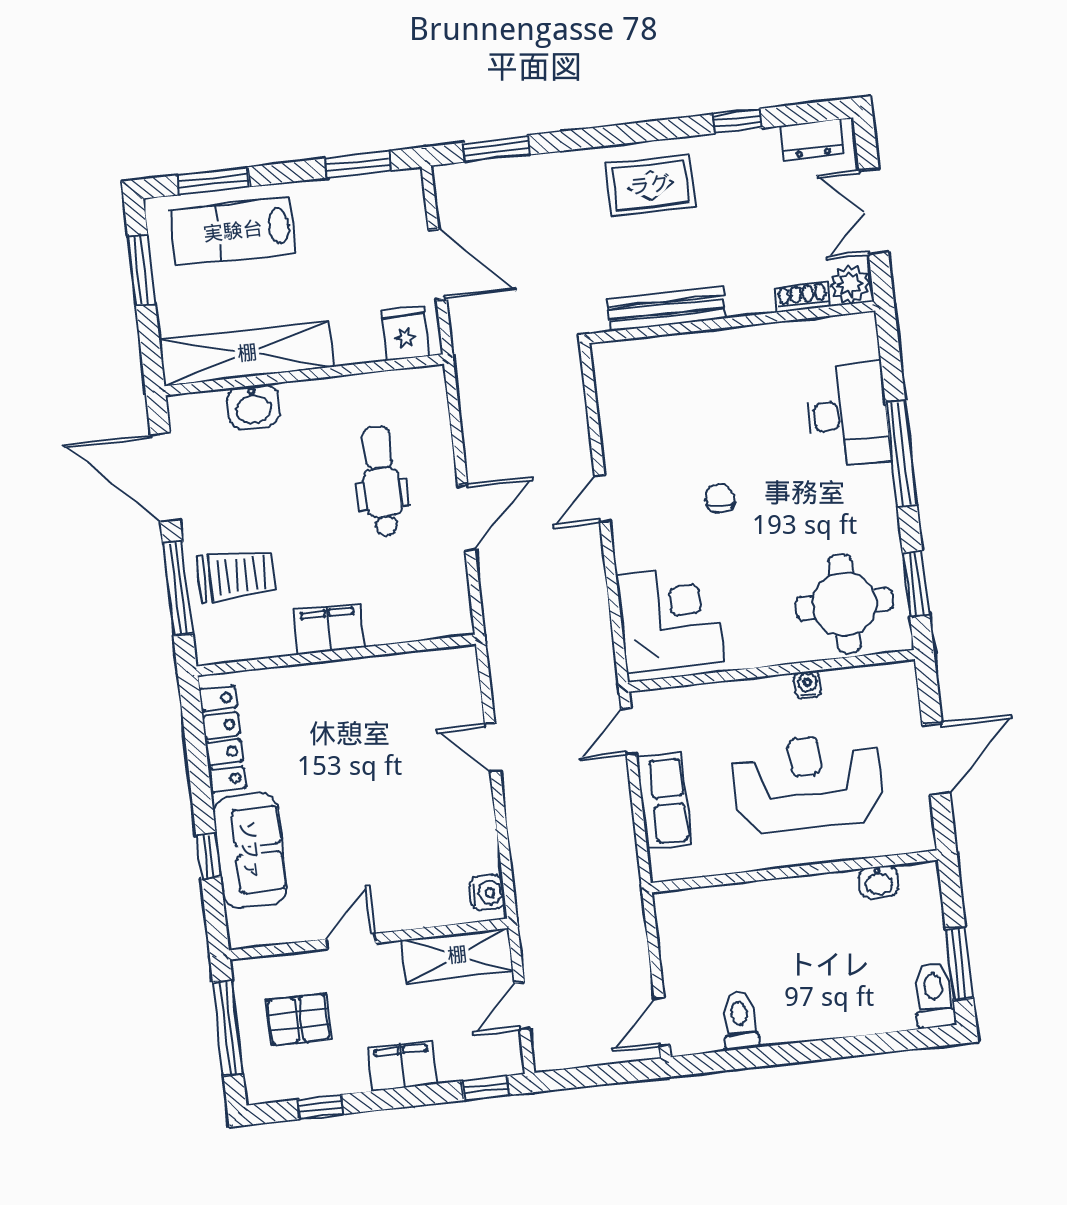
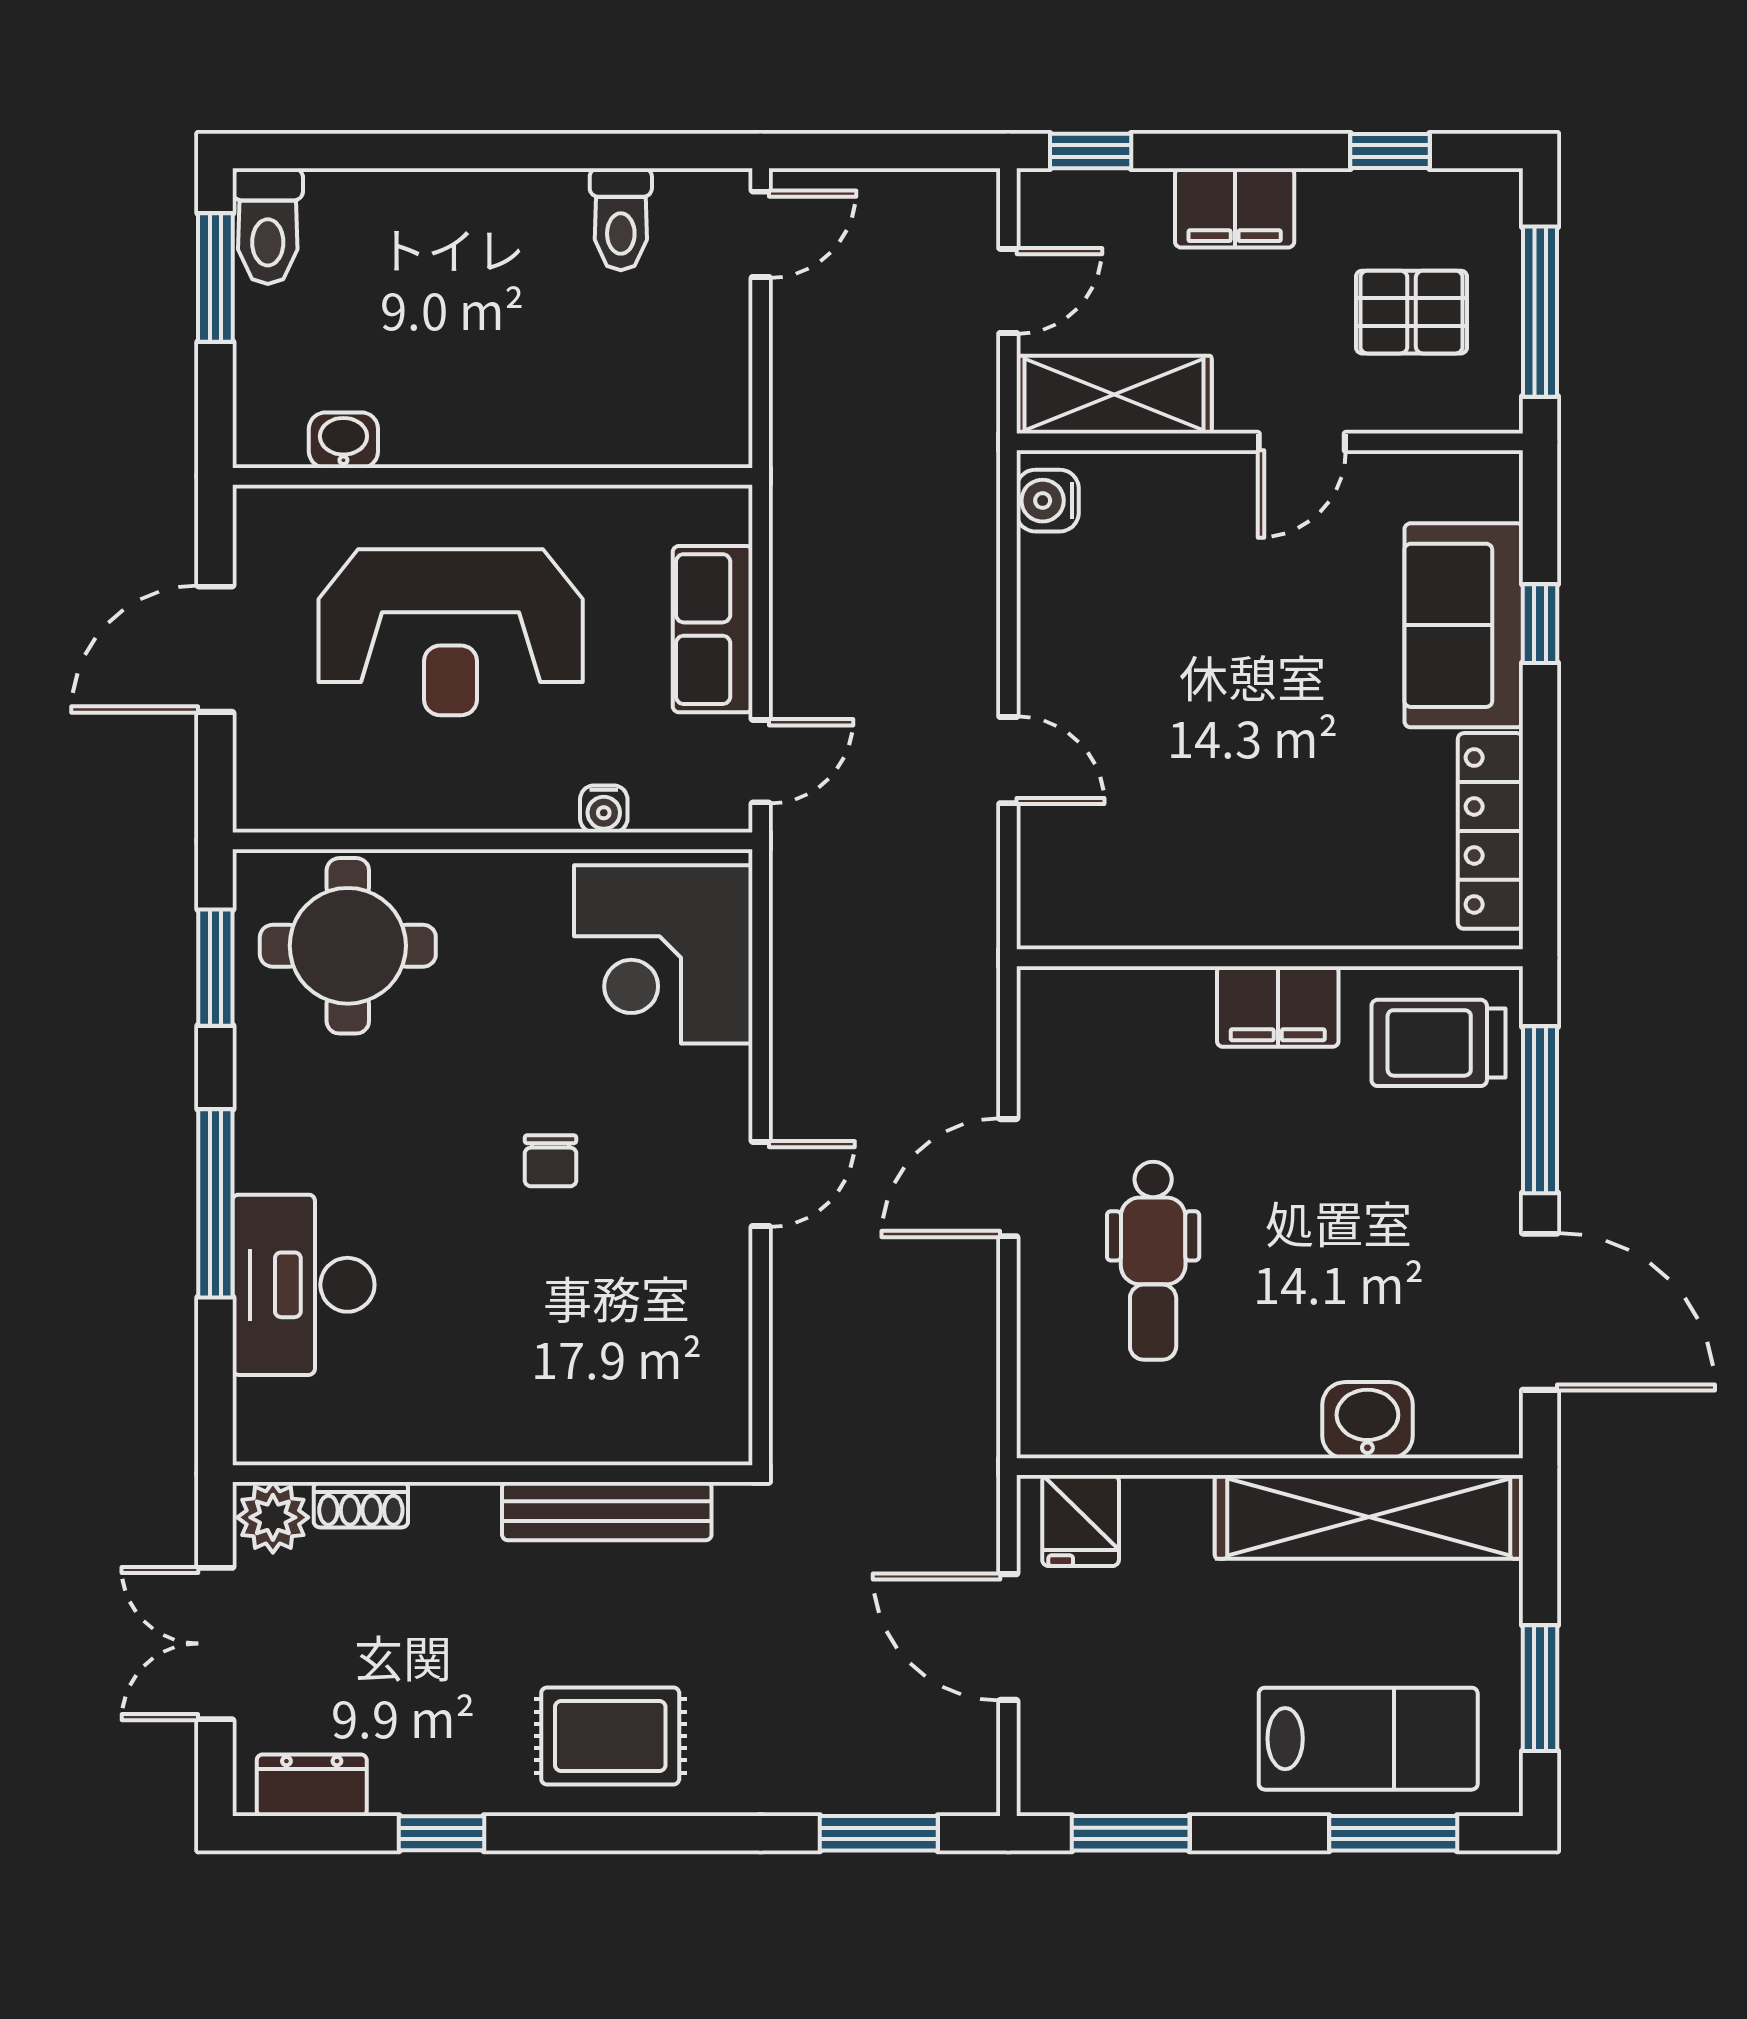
double door: (874, 211) -> (215, 1644), swing flipped
trolley: (236, 575) -> (1439, 1043), moved
water cooler: (808, 684) -> (604, 809), moved

